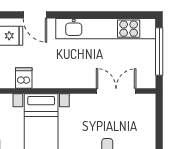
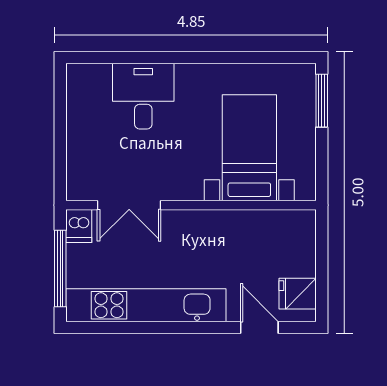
dishwasher: (24, 78) -> (79, 226), moved

